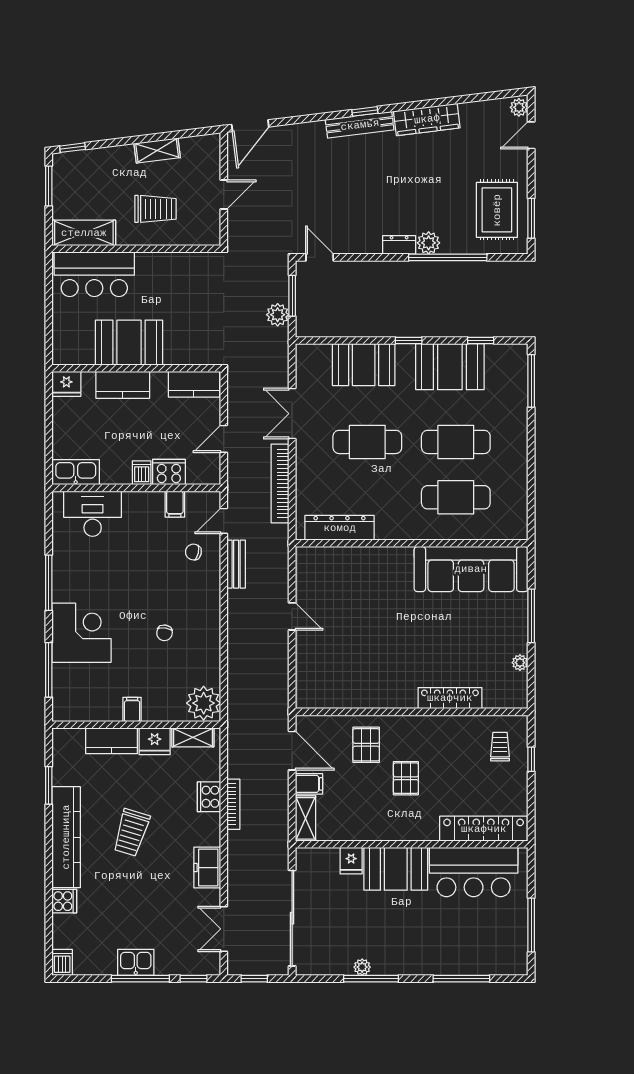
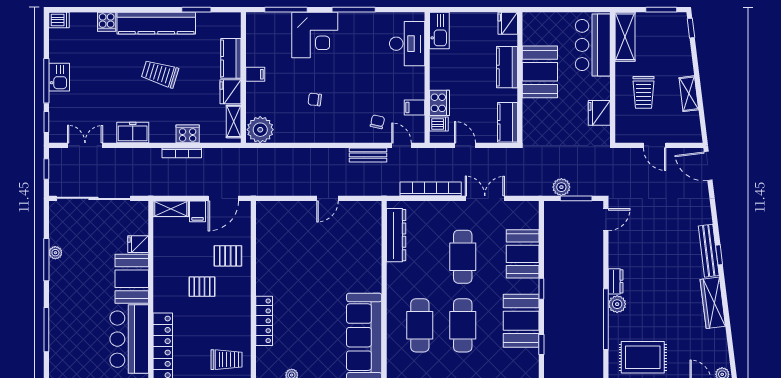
fridge: (182, 266) -> (599, 113), added
dishwasher: (142, 473) -> (439, 124), moved
trolley: (500, 747) -> (226, 360), width x1.36, depth x1.39

